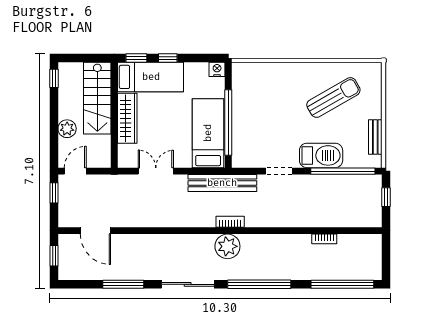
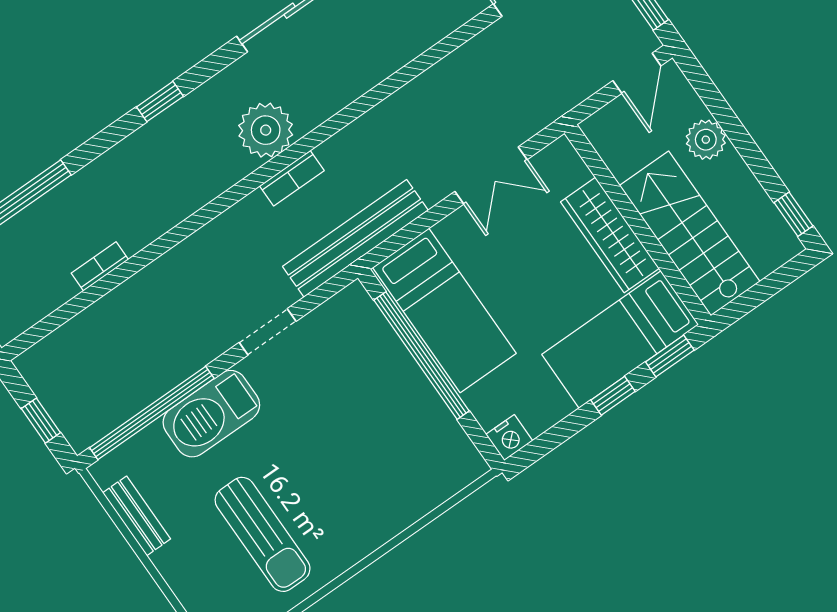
sun lounger: (333, 97) -> (263, 534), turned -60
window: (259, 284) -> (160, 102), width x0.32

